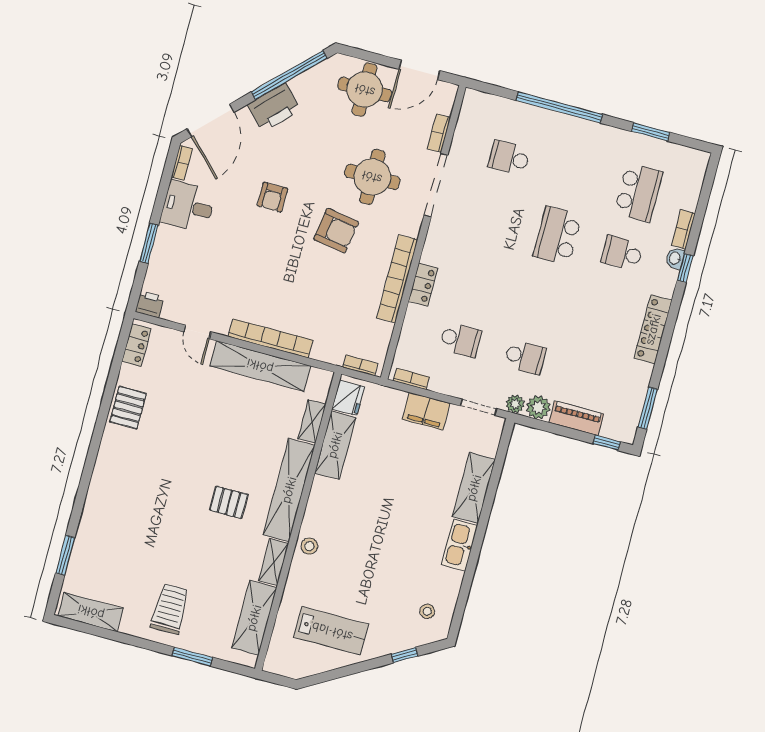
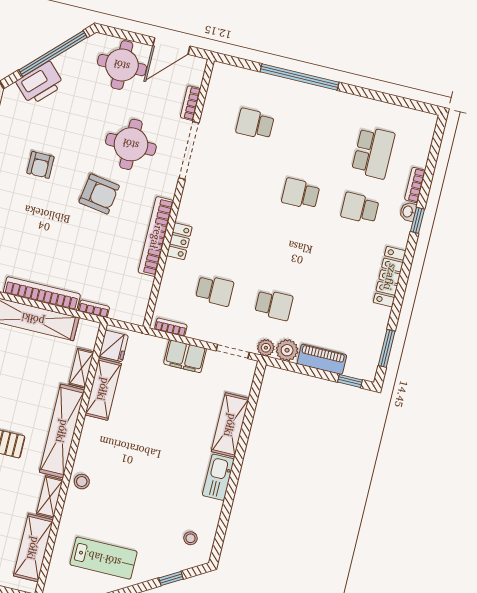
window: (651, 132) -> (383, 97), removed
school desk: (558, 236) -> (301, 194), width x0.54
bookcase: (360, 365) -> (94, 309), moved

